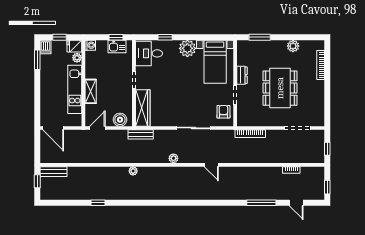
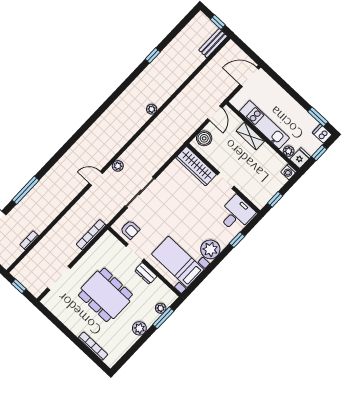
plant: (255, 45) -> (161, 308), added
kitchen sink: (117, 46) -> (267, 193), removed
plant: (293, 46) -> (139, 328), moved
bench: (141, 134) -> (176, 144), removed
plant: (173, 158) -> (118, 166), moved

